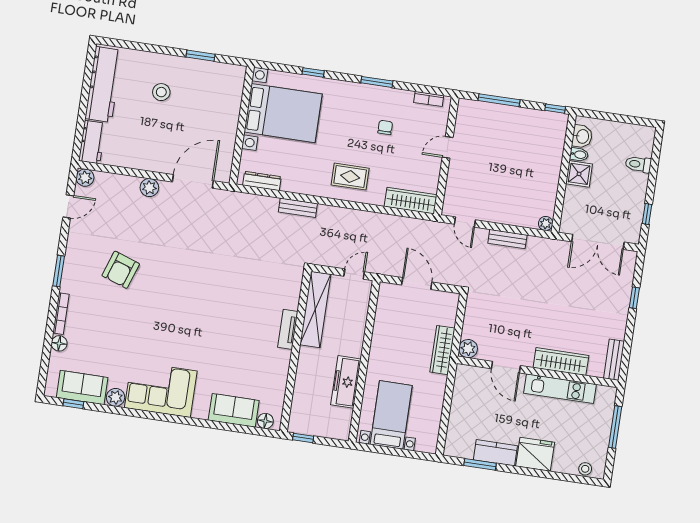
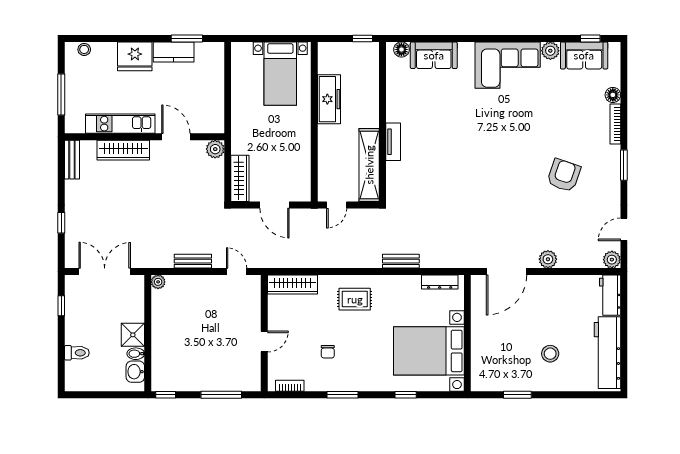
wardrobe: (442, 350) -> (240, 178), moved

